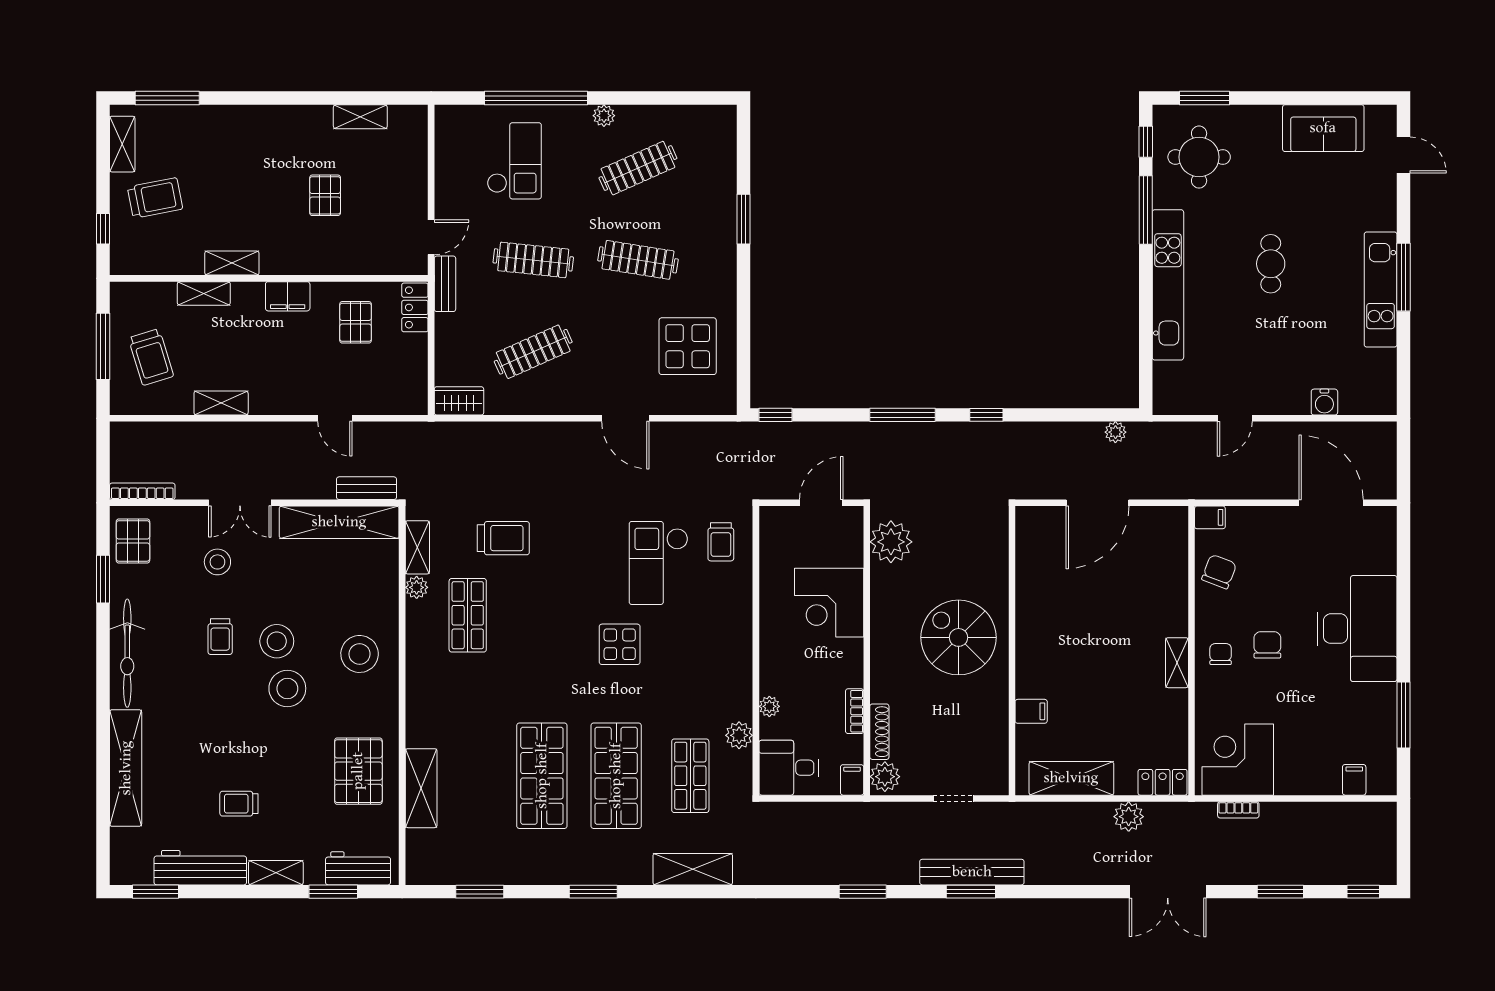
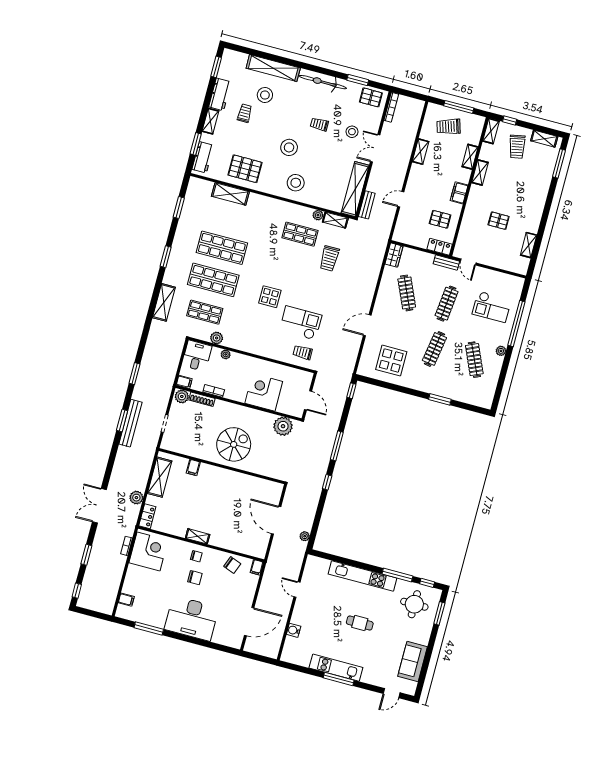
shelving: (136, 263) -> (491, 131), added
stool: (277, 641) -> (265, 95), moved
workbench: (200, 868) -> (220, 94), width x0.73

